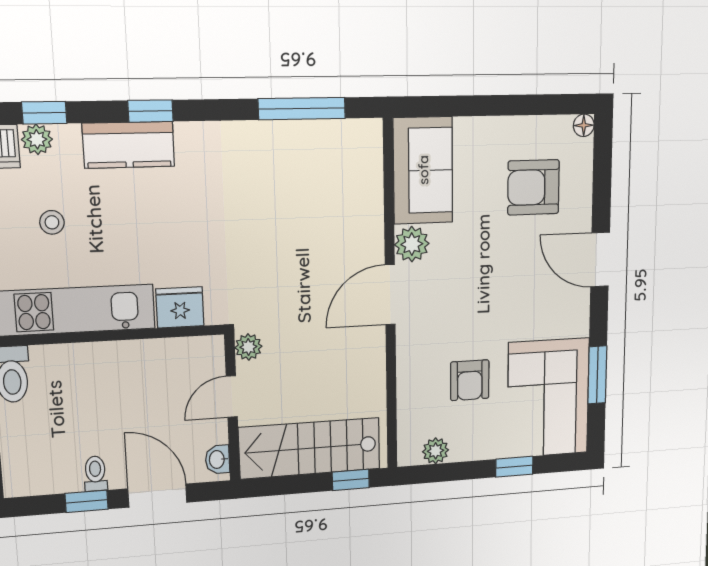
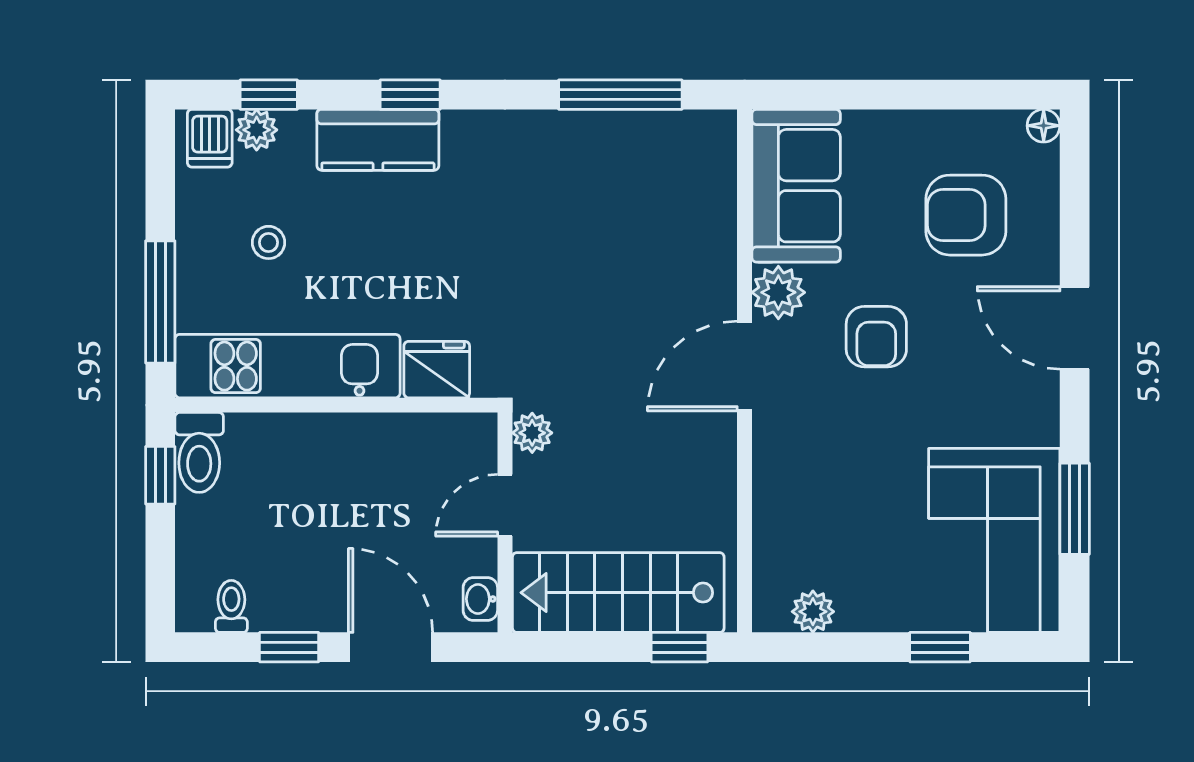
armchair: (470, 380) -> (876, 337), moved
toilet: (95, 474) -> (231, 606), moved

